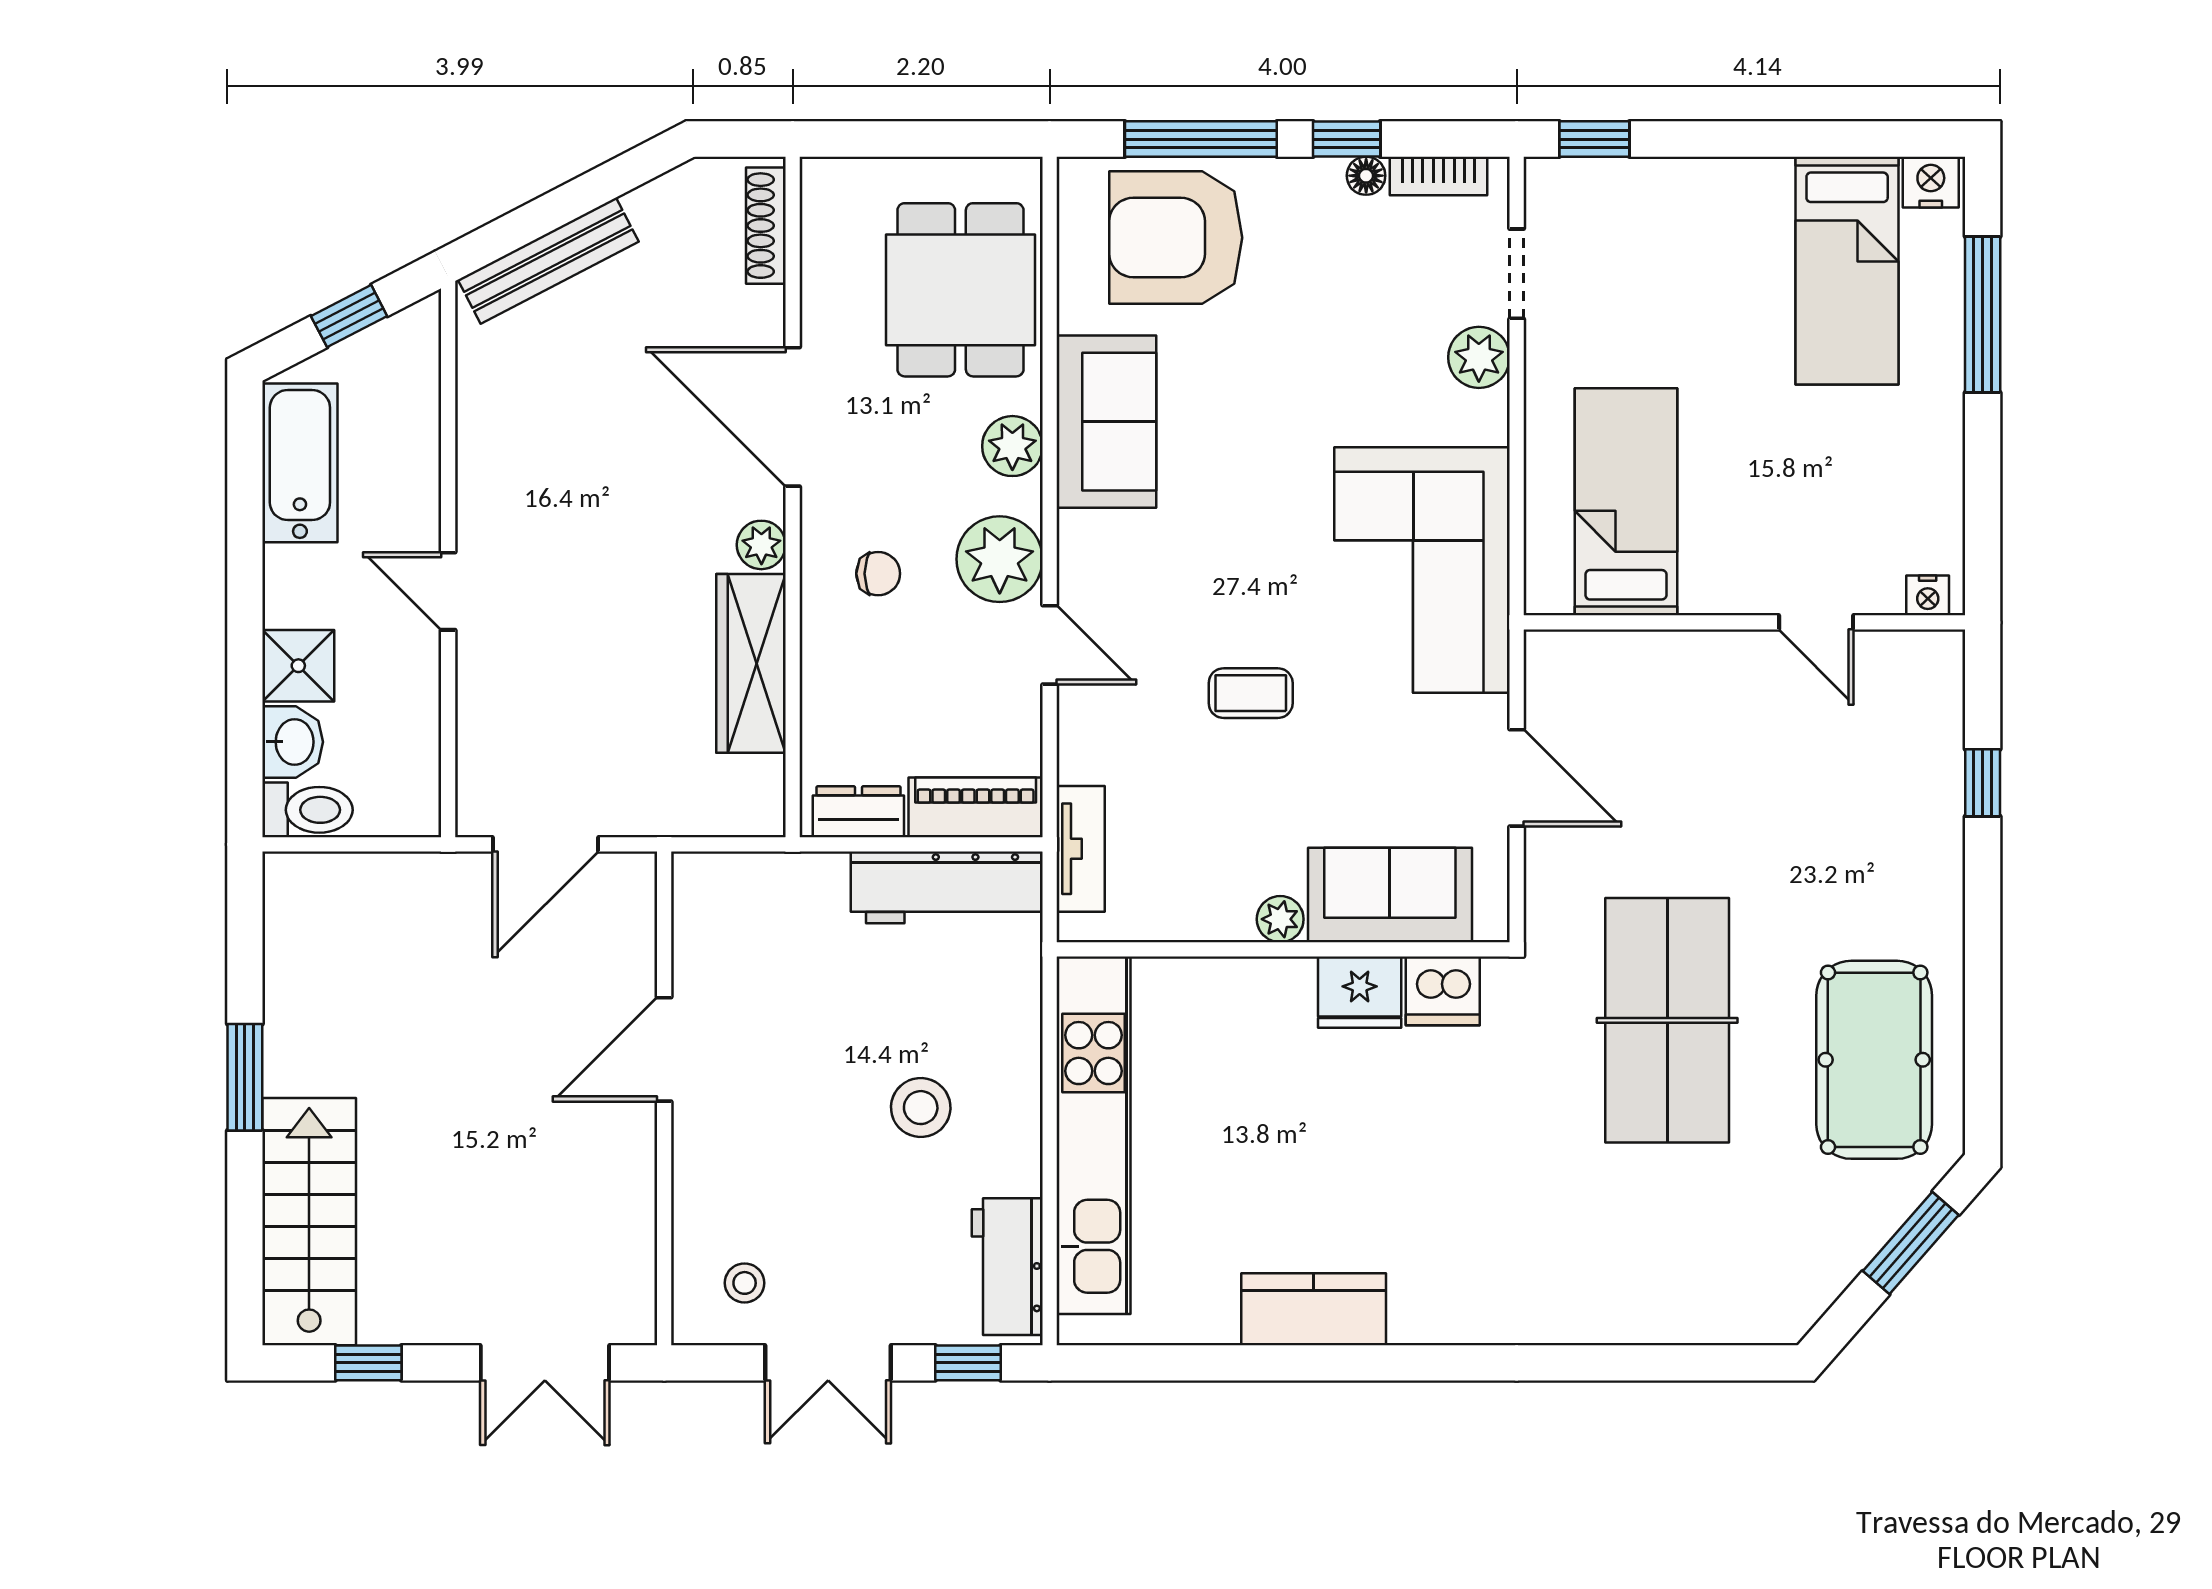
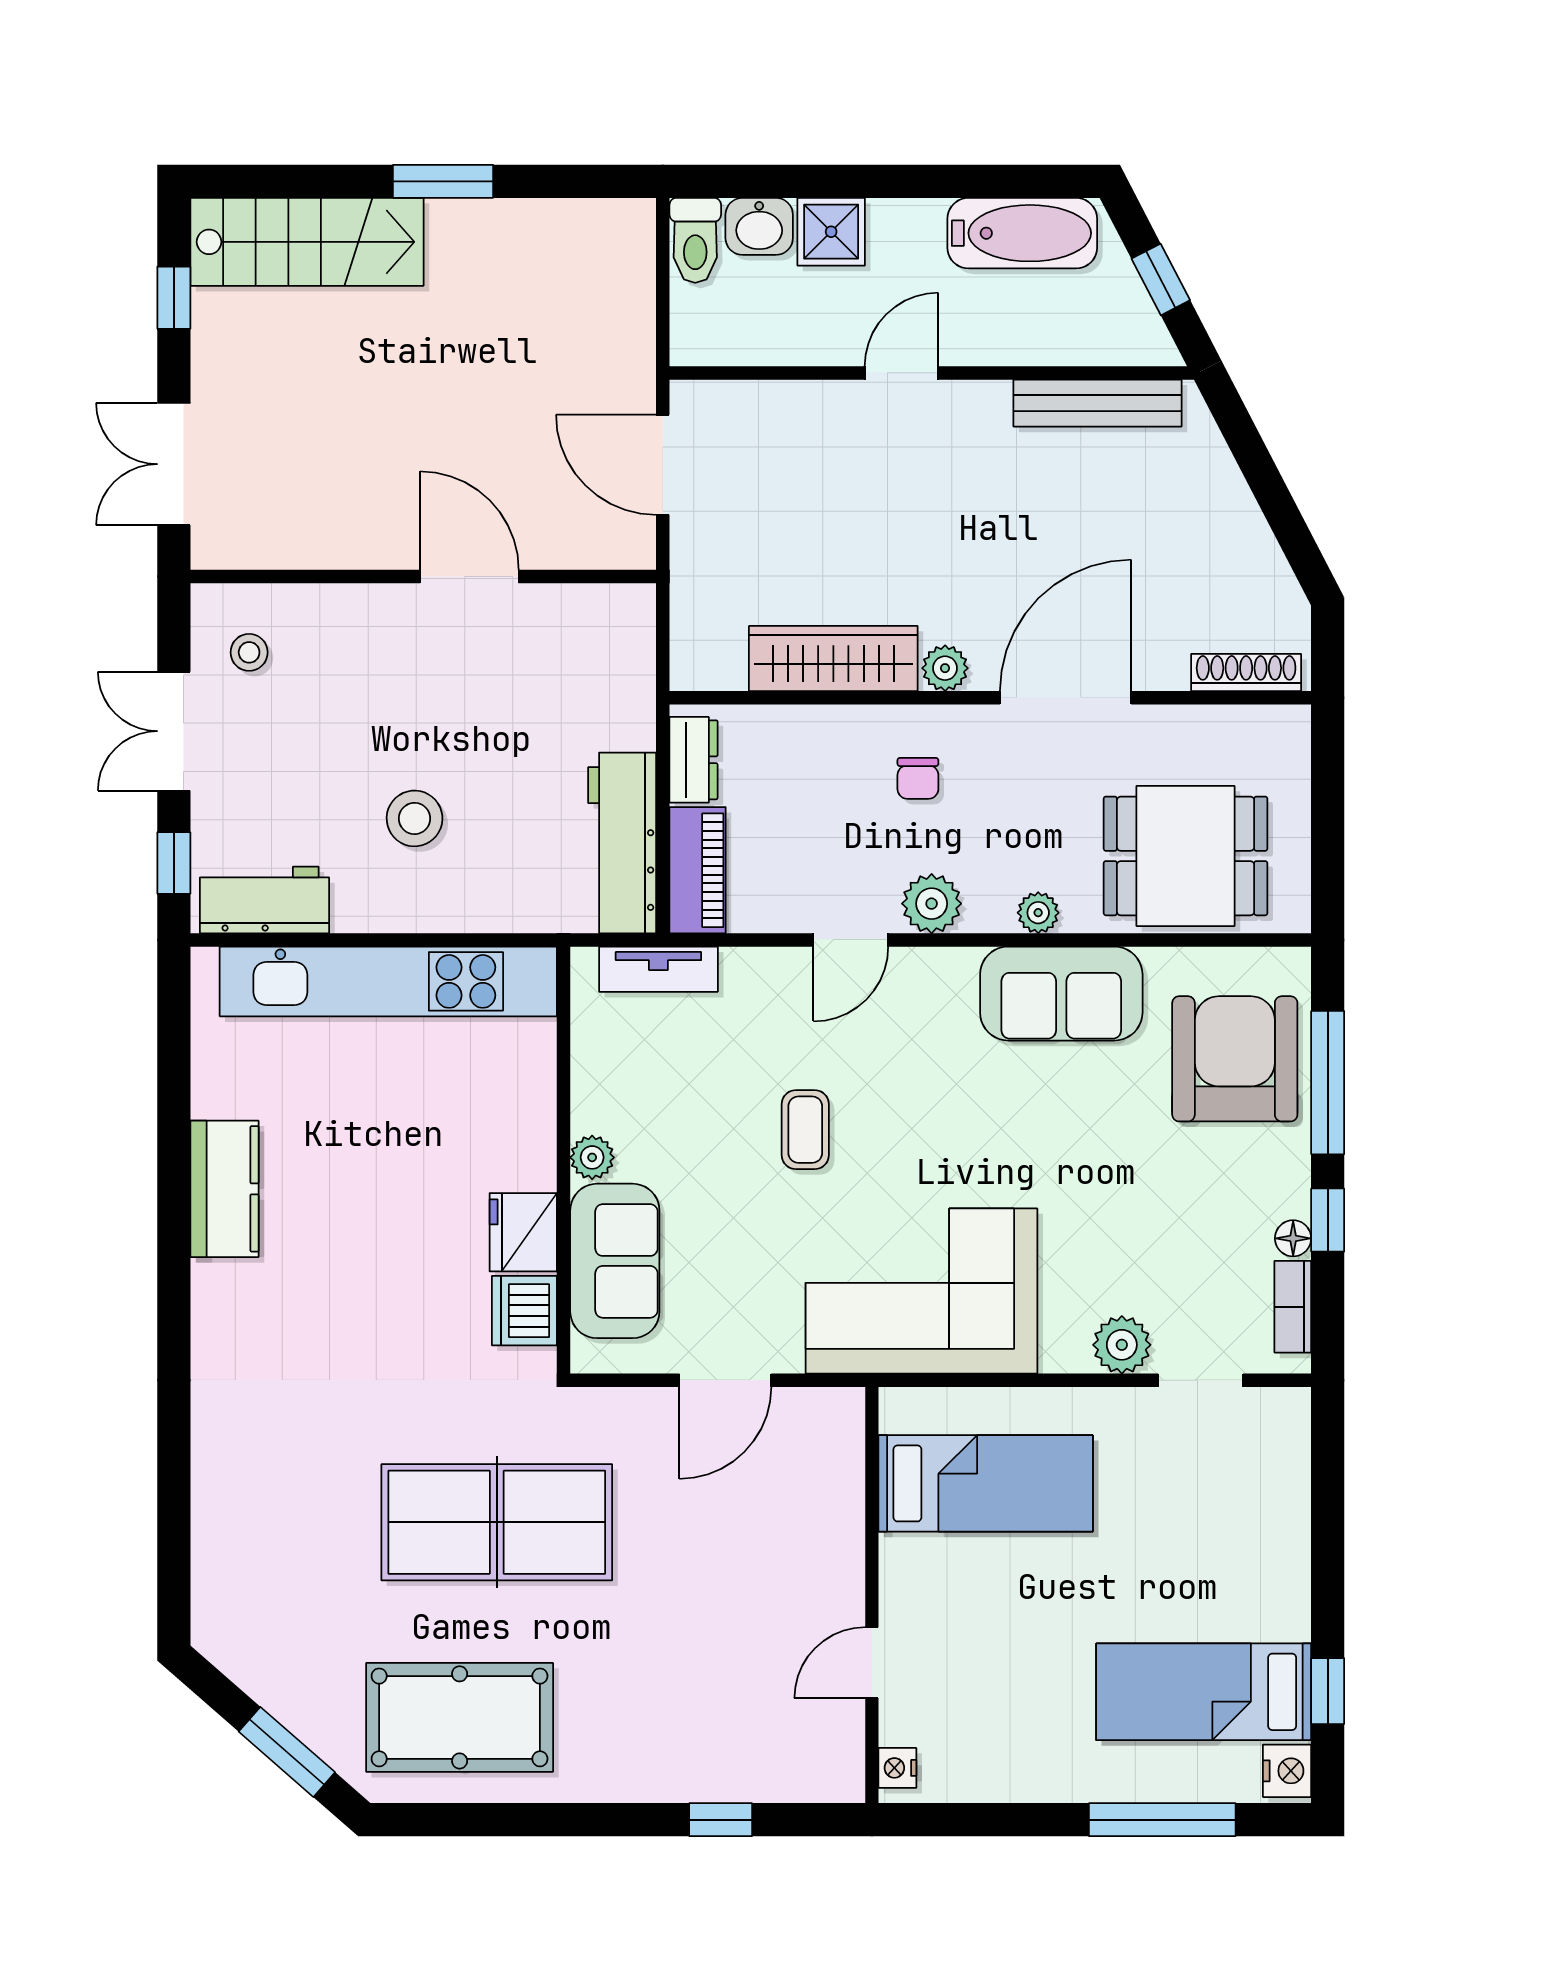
window: (1594, 139) -> (1328, 1691), moved
bench: (548, 261) -> (1098, 403), moved, turned -63
plant: (1012, 446) -> (1038, 913), width x0.73, depth x0.73
plant: (1000, 559) -> (932, 904), width x0.73, depth x0.73

